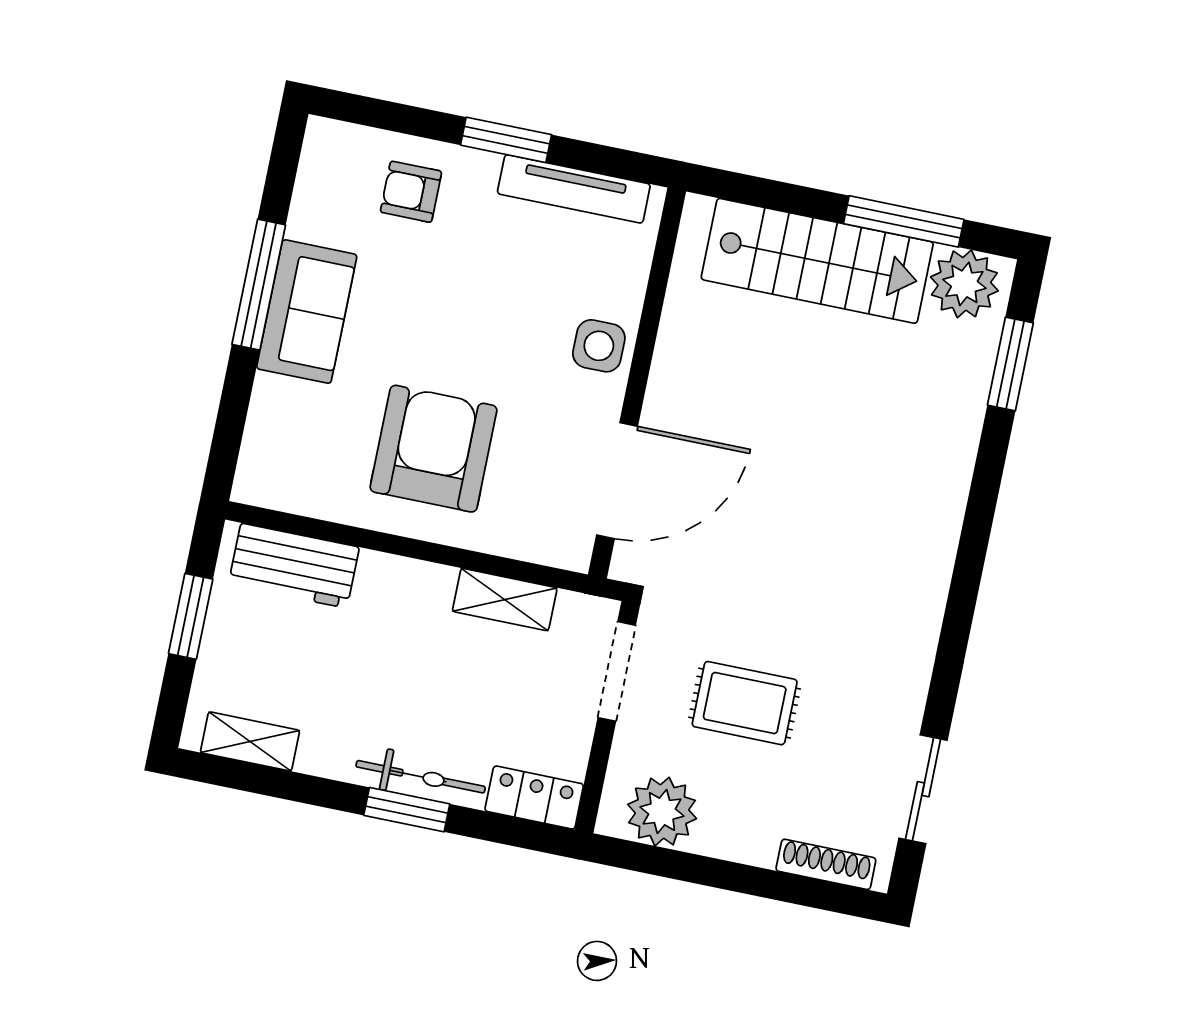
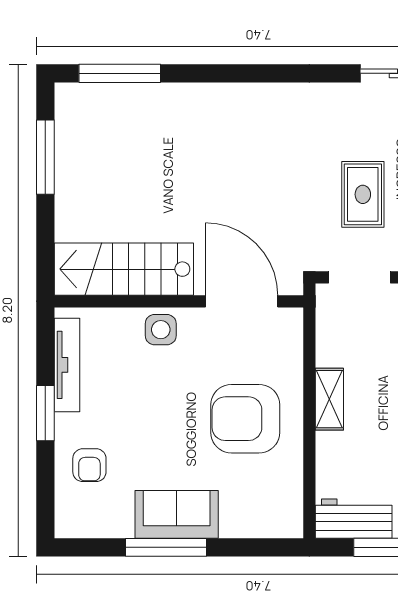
stairs: (817, 261) -> (124, 269), moved, turned -90
plant: (964, 284) -> (76, 112), removed
window: (1010, 364) -> (120, 73), width x1.44
workbench: (294, 566) -> (354, 519), moved, turned -90
shelving: (505, 600) -> (329, 399), moved

